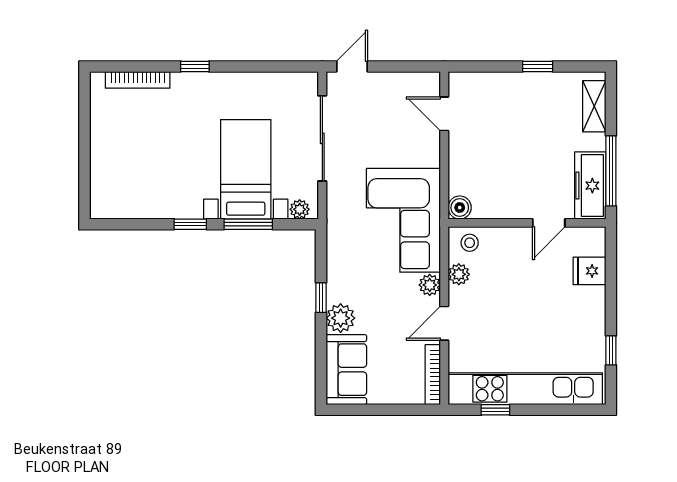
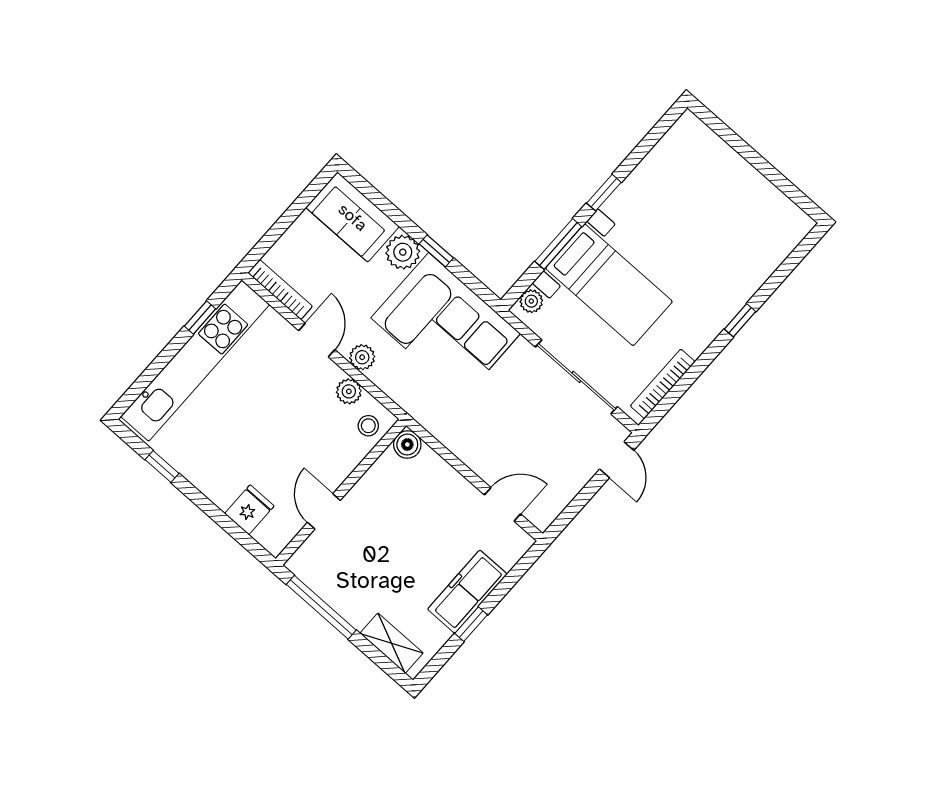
bookcase: (138, 80) -> (663, 384), moved
freezer: (590, 186) -> (467, 592), moved, turned -90
corner sofa: (403, 220) -> (446, 326), moved, turned 180

